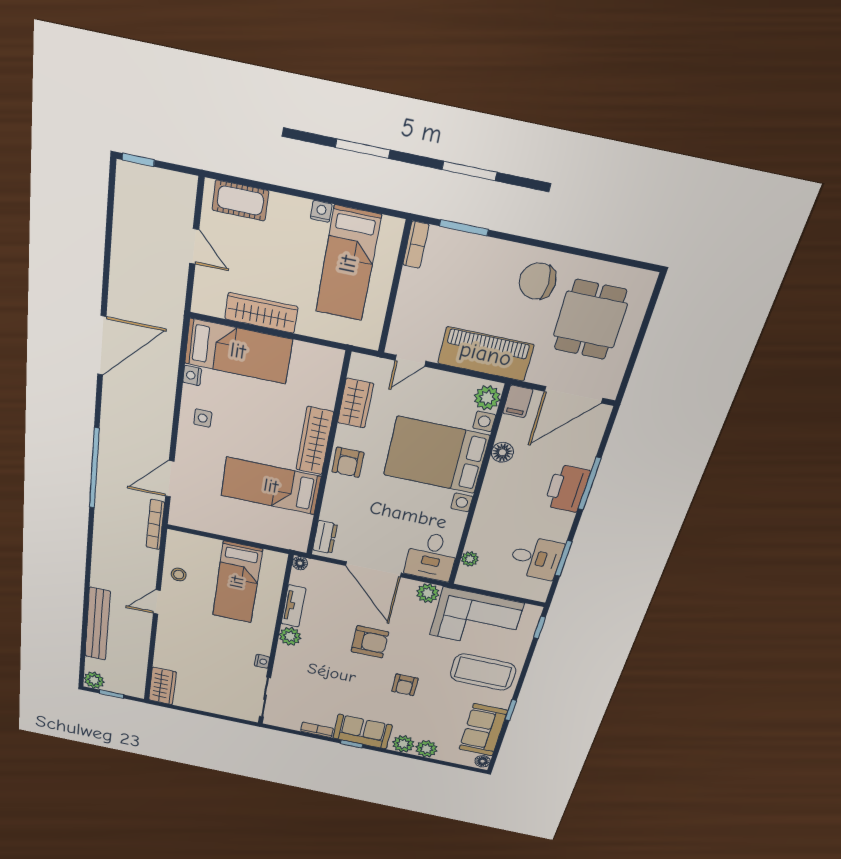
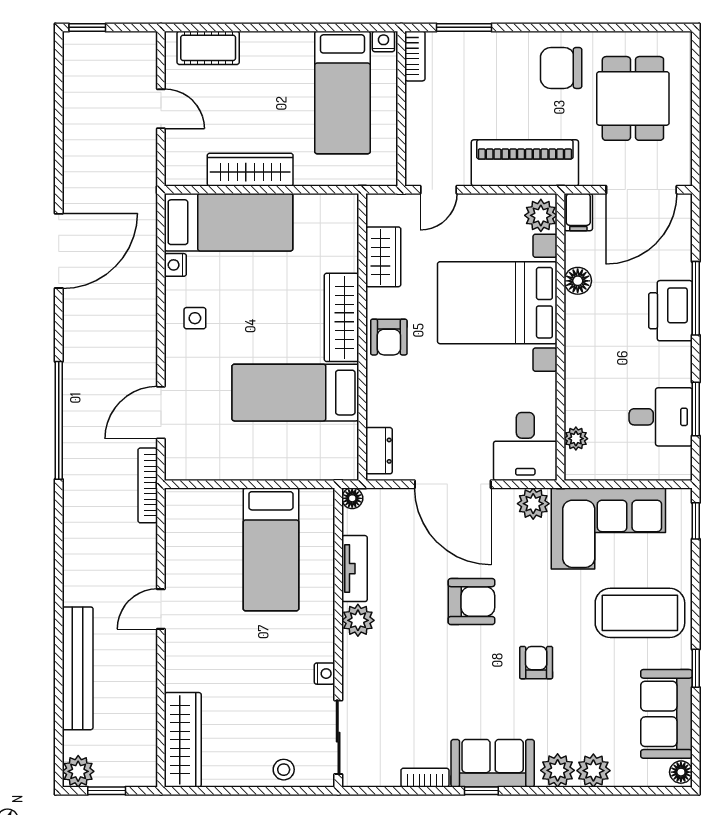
nightstand: (321, 211) -> (383, 41), moved
stool: (179, 575) -> (284, 770), moved
armchair: (405, 685) -> (536, 663), turned 180
wardrobe: (162, 686) -> (183, 740), width x1.50

